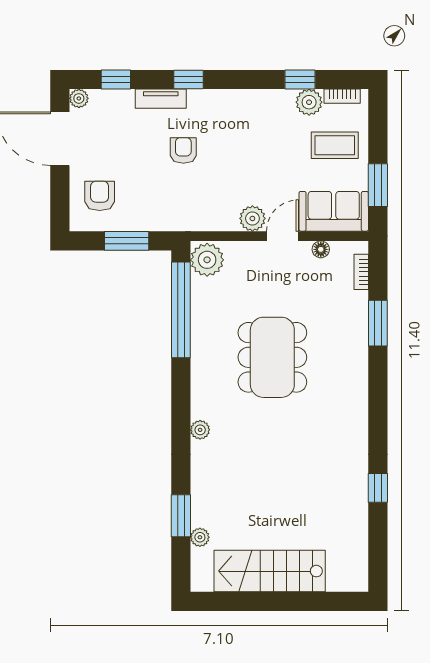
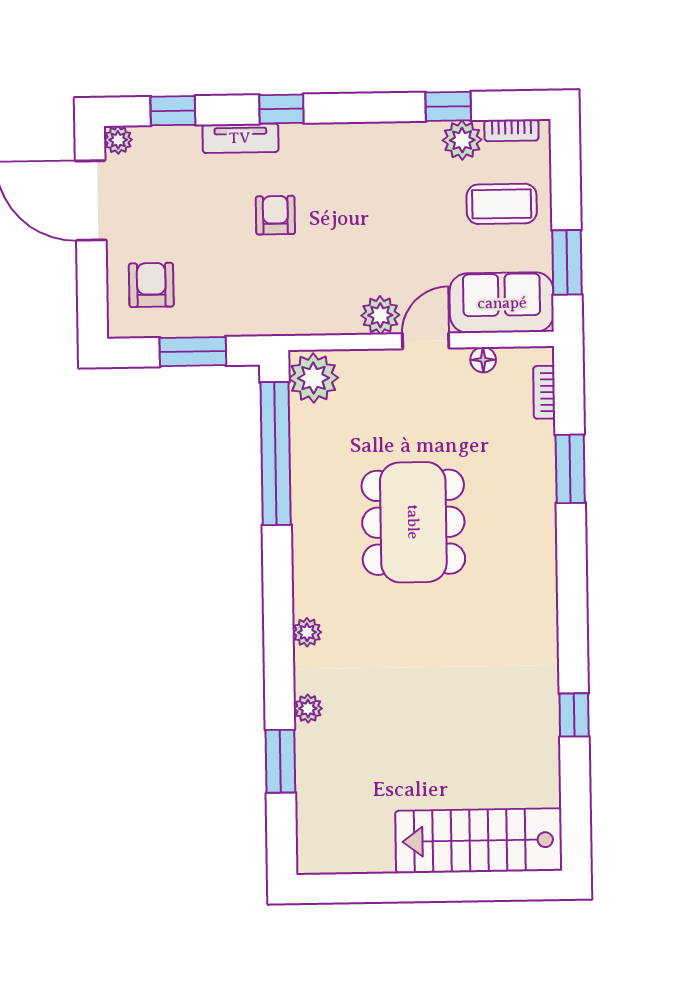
plant: (200, 537) -> (308, 708), moved
stairs: (270, 571) -> (479, 841), moved

